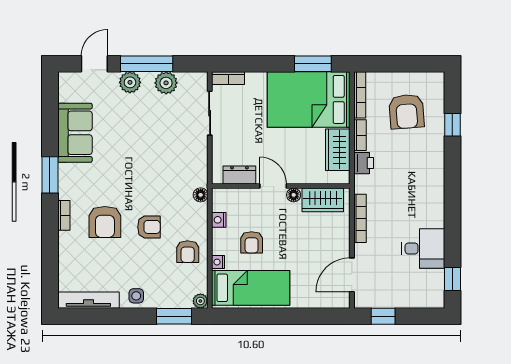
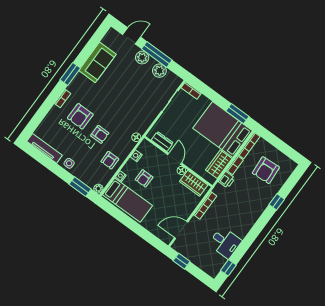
window: (452, 125) -> (277, 202), moved

